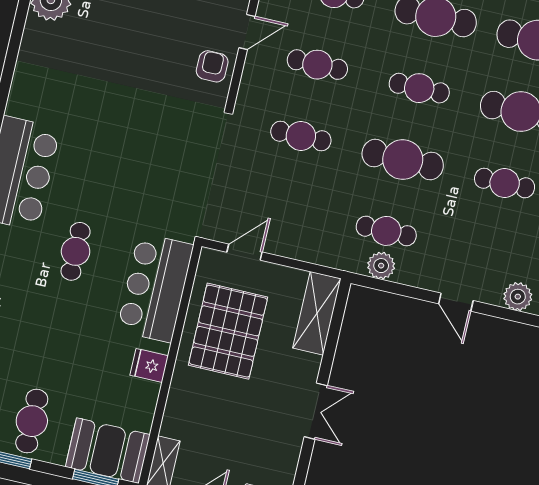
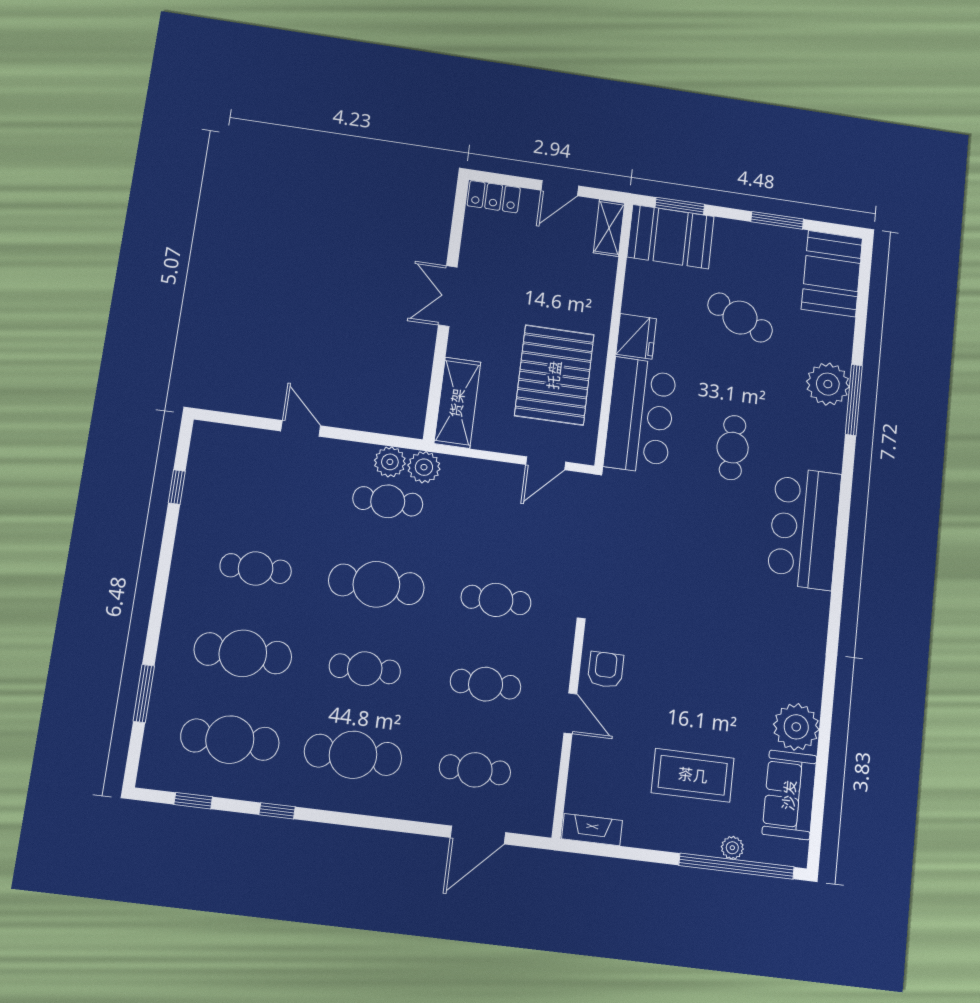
door: (247, 32) -> (570, 713), swing flipped
armchair: (212, 66) -> (606, 670), turned 180
plant: (518, 297) -> (424, 467), moved
fridge: (149, 365) -> (636, 336), width x1.38
cafe table: (32, 421) -> (740, 317), moved, turned -65

